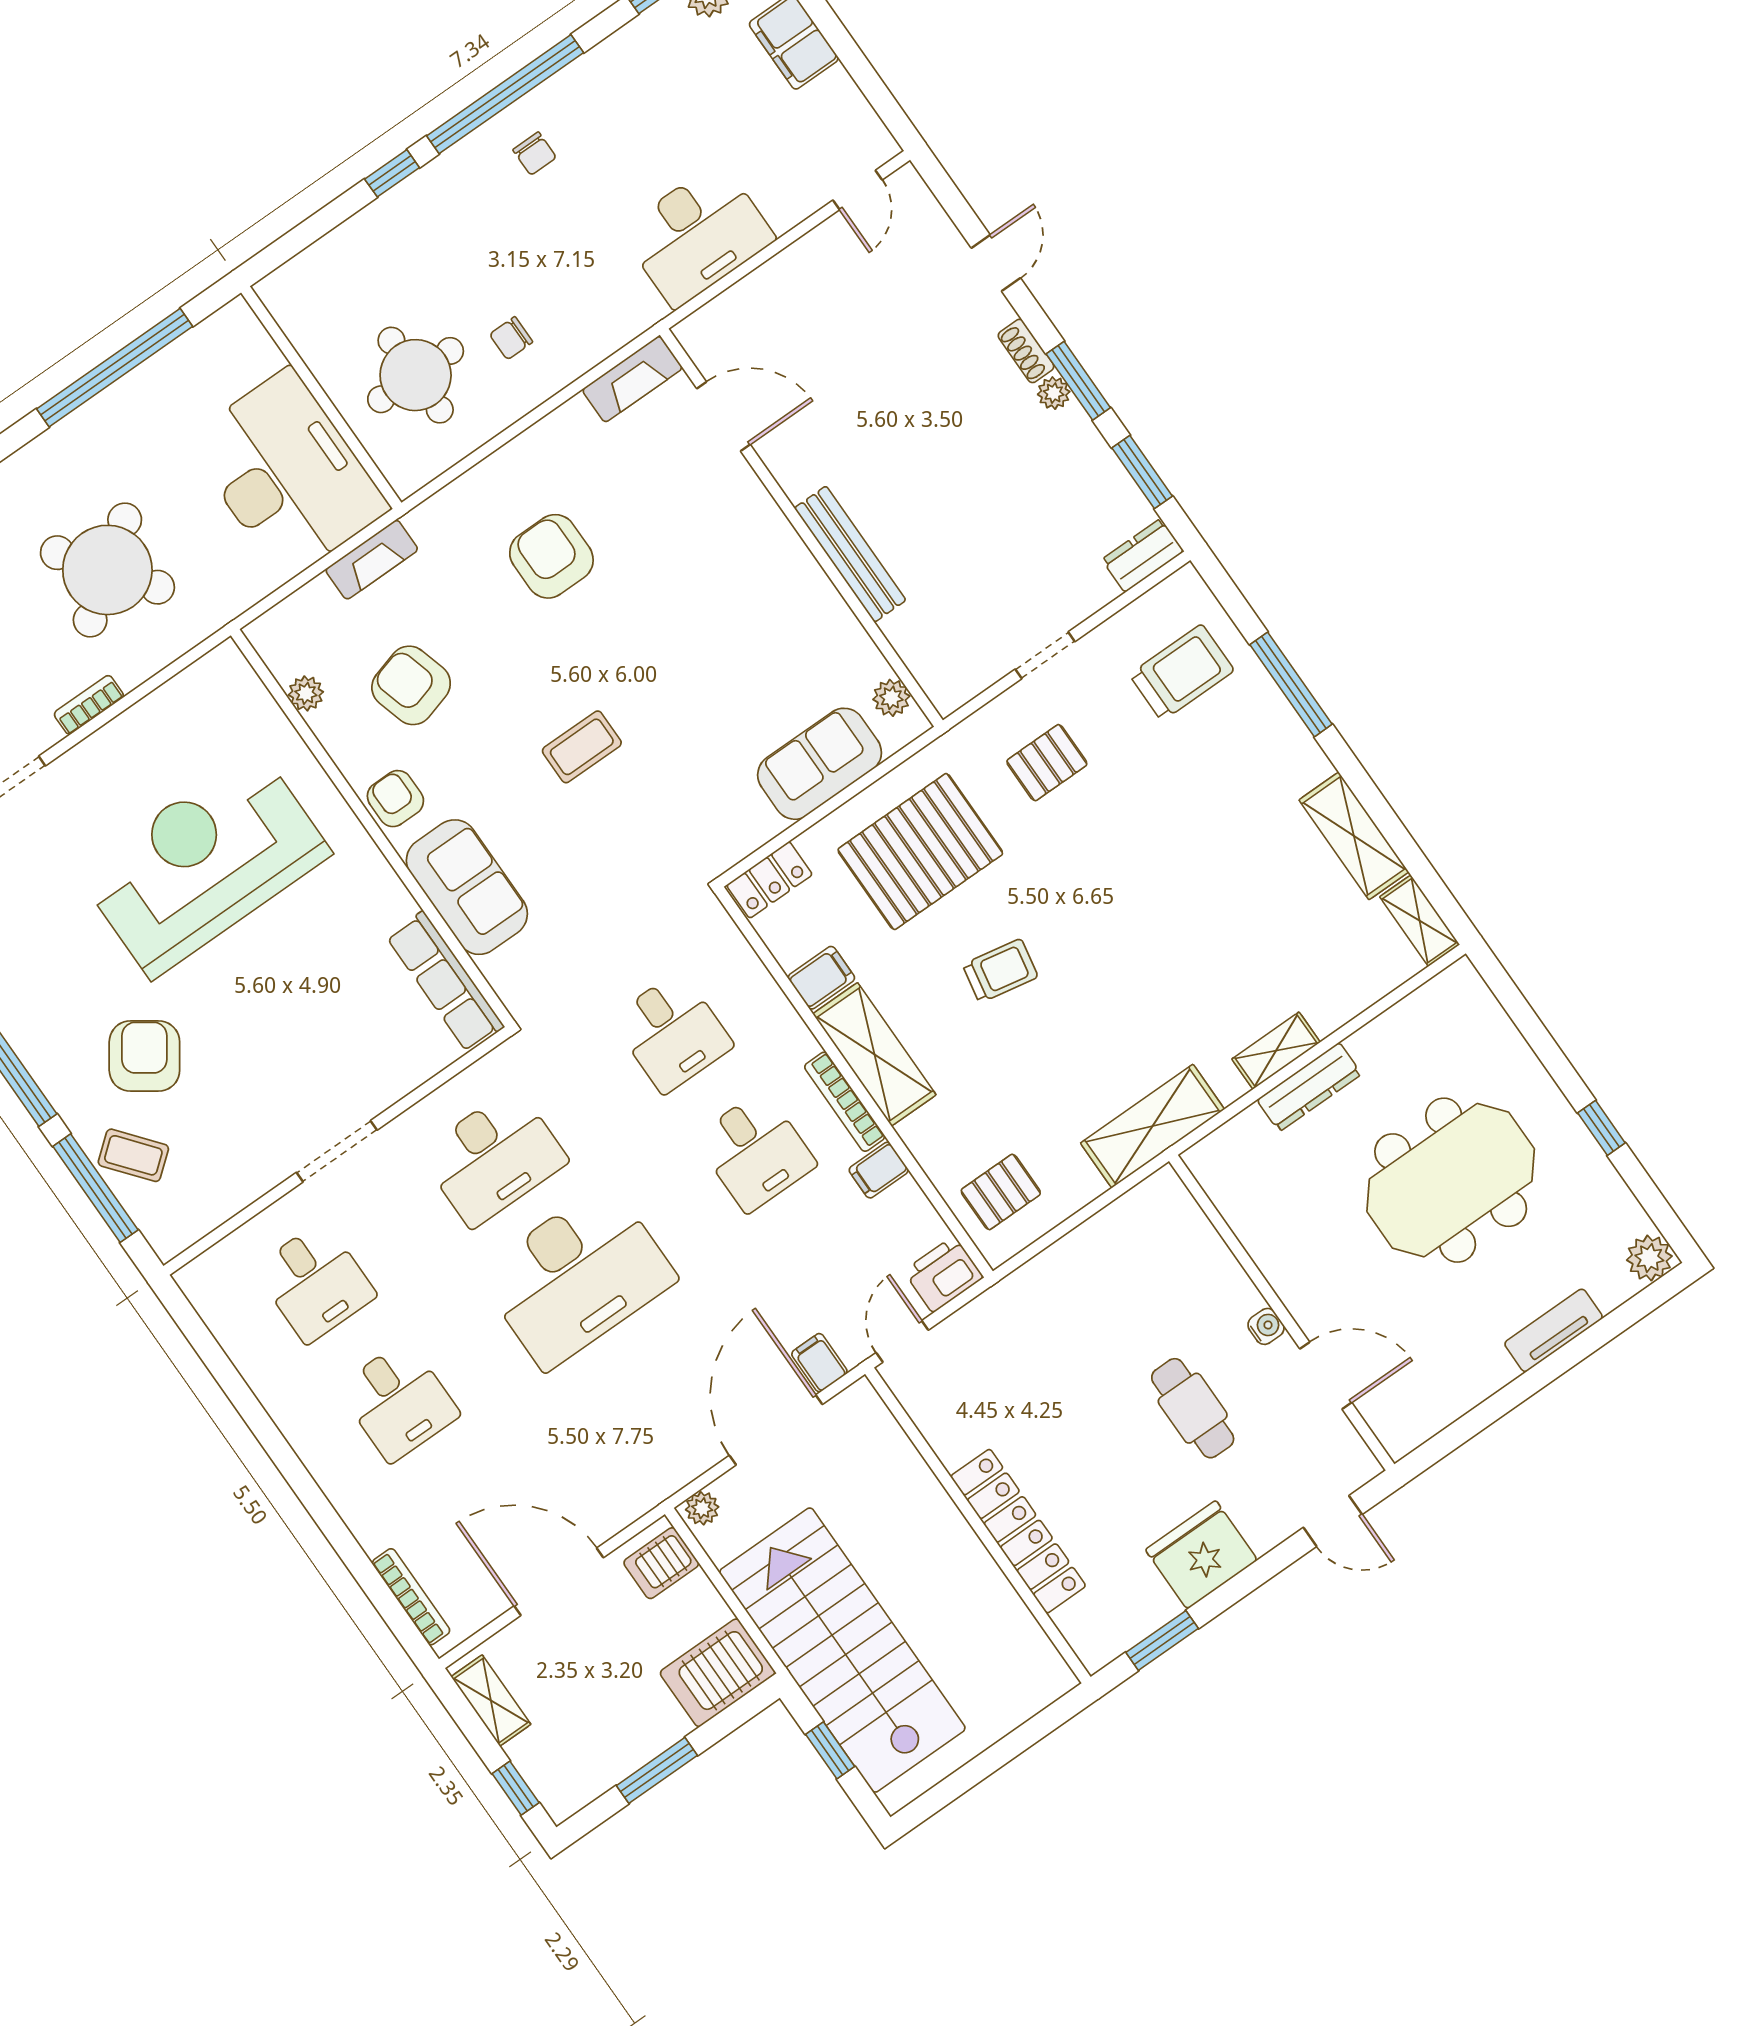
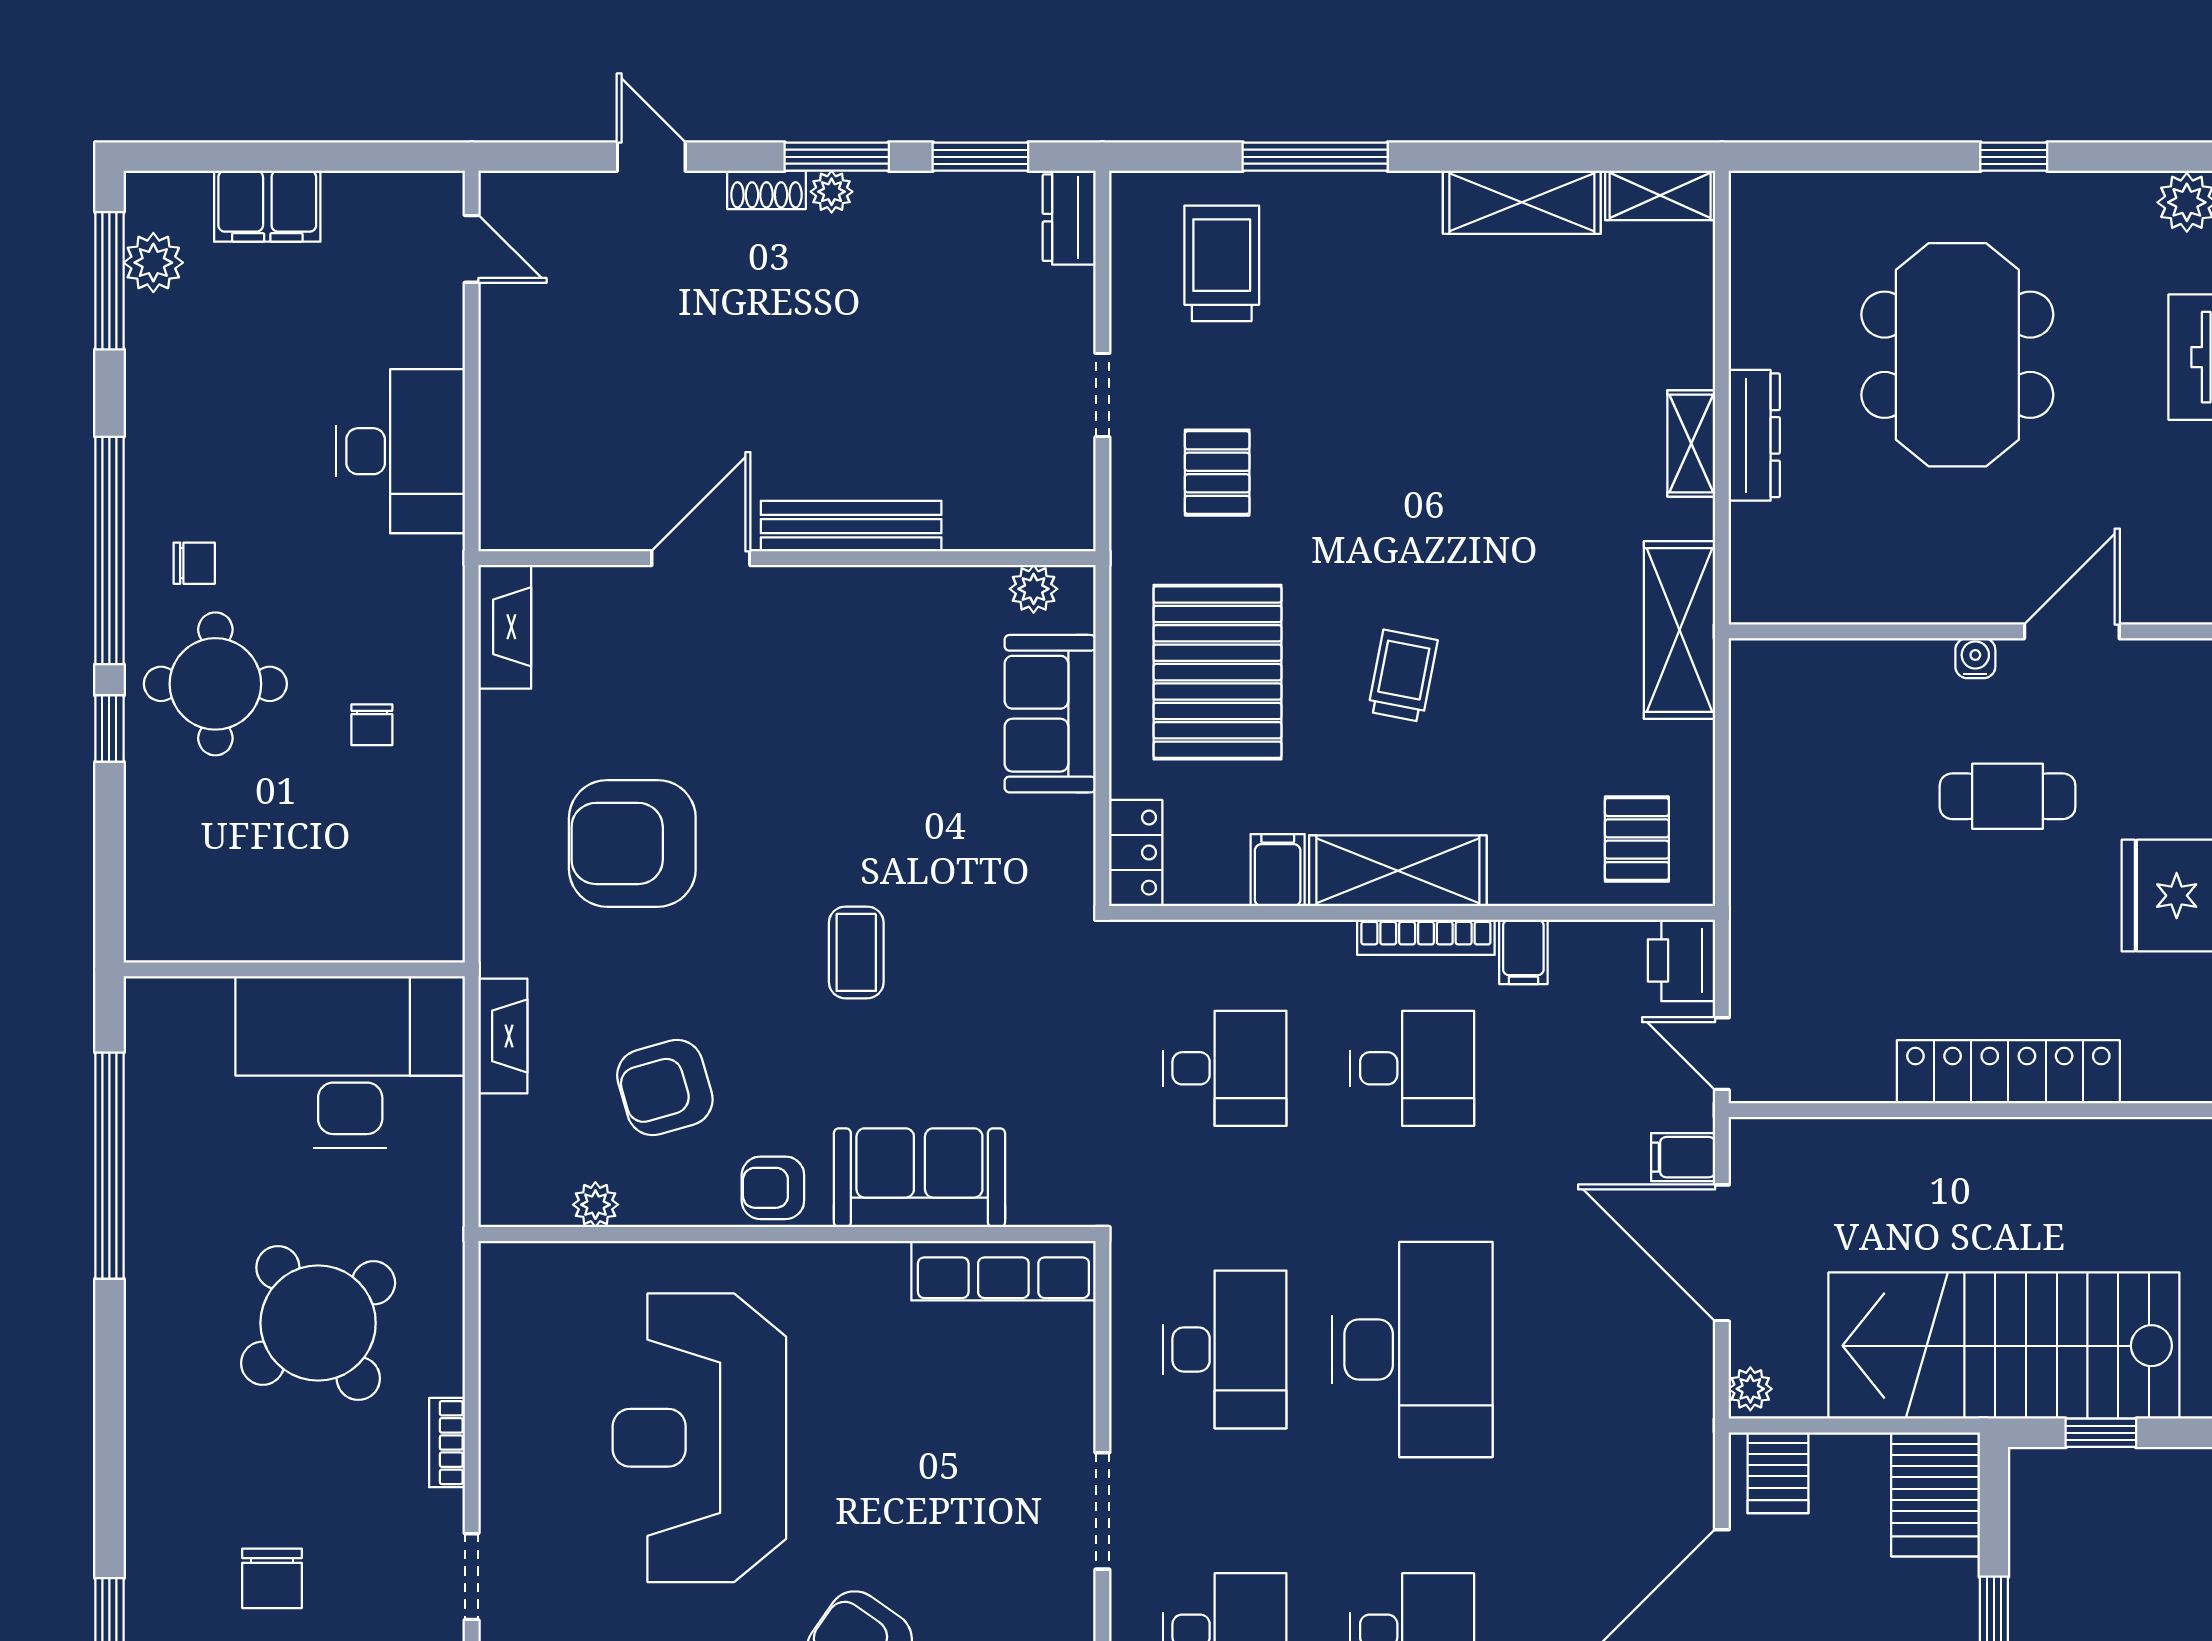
round table: (416, 375) -> (215, 684), moved
door: (723, 417) -> (701, 558), moved
armchair: (551, 556) -> (632, 843), width x1.36, depth x1.36

